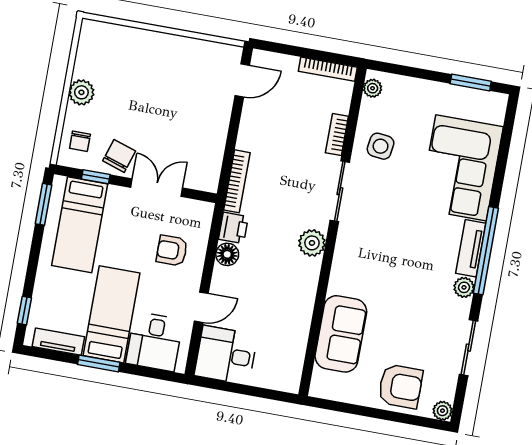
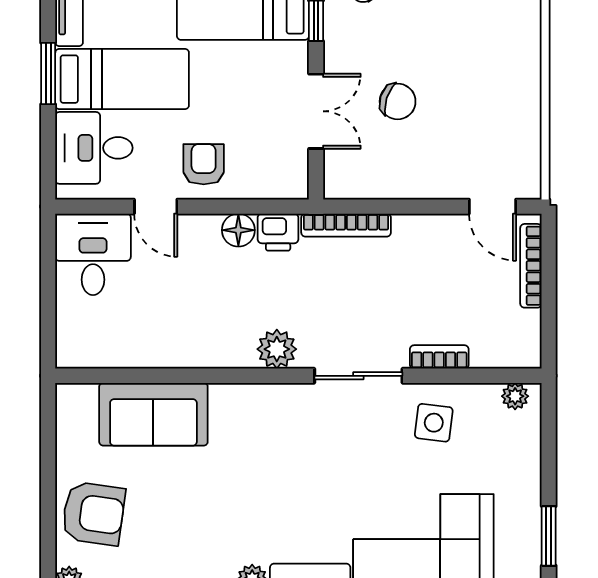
bookcase: (328, 69) -> (531, 266), moved
chair: (119, 156) -> (398, 101), moved
armchair: (172, 251) -> (204, 164), moved
armchair: (400, 386) -> (93, 514), turned -82

